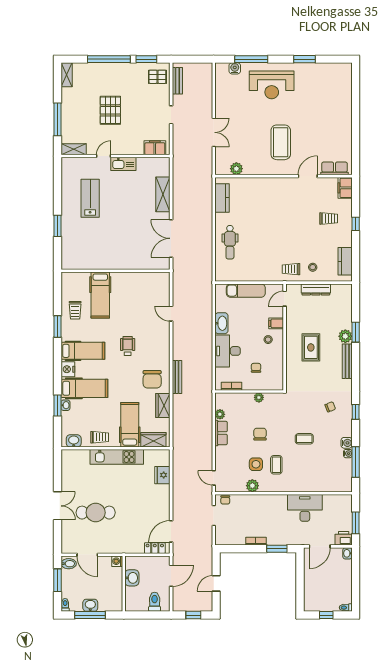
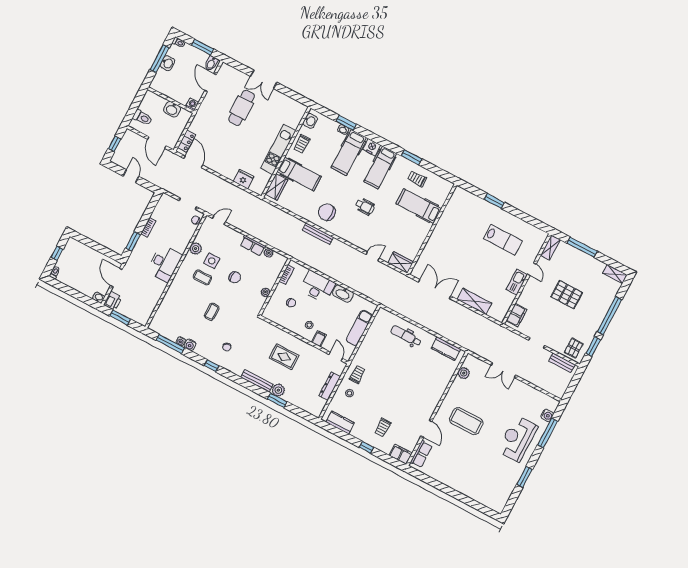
wardrobe: (163, 405) -> (401, 262), moved
desk: (305, 508) -> (165, 263), moved
door: (87, 555) -> (211, 83), hinge flipped

